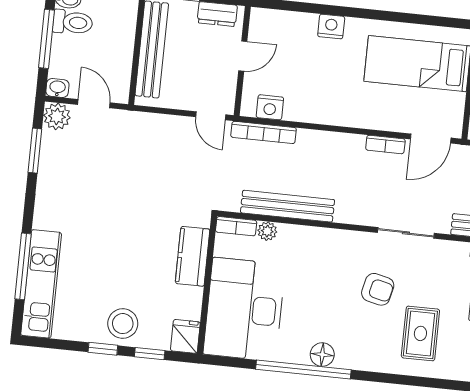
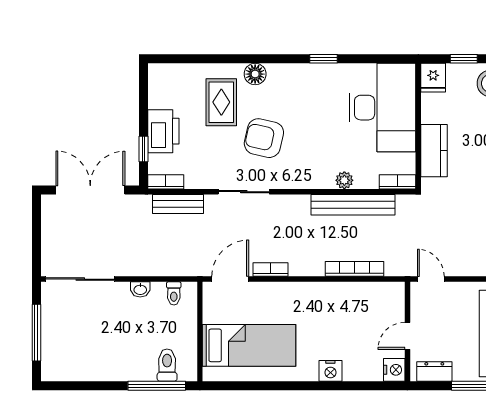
nightstand: (270, 107) -> (394, 370), moved, turned 90
bookcase: (264, 132) -> (354, 269), moved
plant: (267, 231) -> (344, 180), moved
armchair: (378, 289) -> (264, 138), width x1.38, depth x1.38
floor lamp: (322, 355) -> (255, 74), moved
window: (303, 369) -> (324, 59), width x0.32

